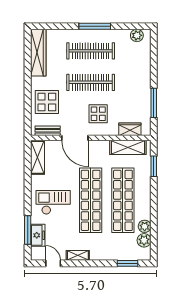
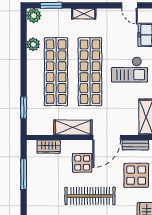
door: (75, 138) -> (107, 137), swing flipped
shelving: (128, 147) -> (73, 127), moved
plant: (144, 240) -> (34, 16), moved
shelving: (78, 255) -> (84, 14), moved

